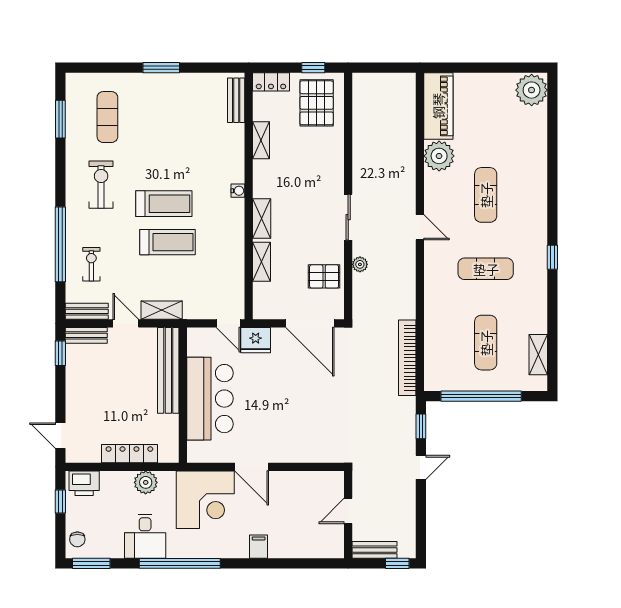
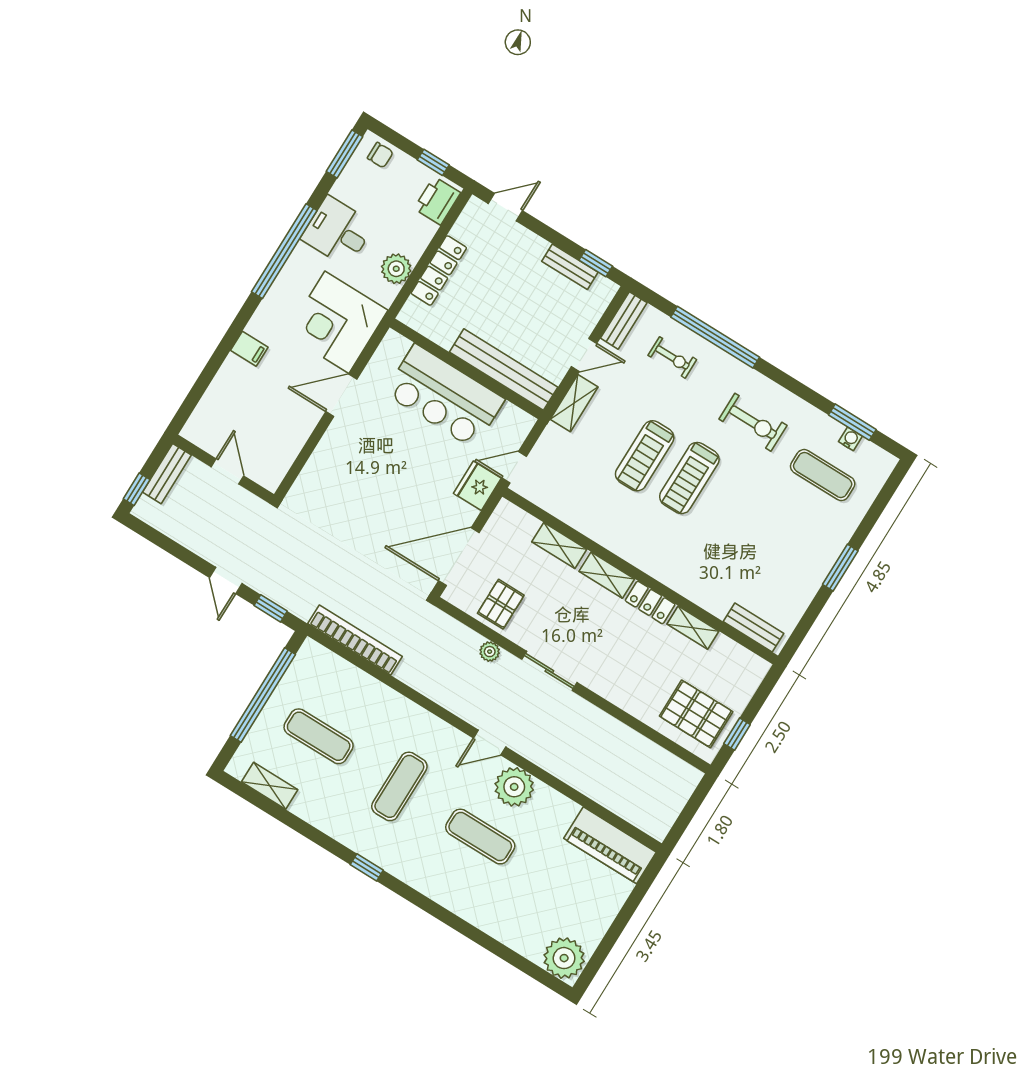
locker: (271, 82) -> (650, 602), moved, turned -90
plant: (439, 156) -> (514, 787), moved
water cooler: (238, 191) -> (850, 439), moved, turned 180
bench: (86, 335) -> (570, 267), moved, turned 90
chair: (77, 539) -> (380, 155), turned 180

